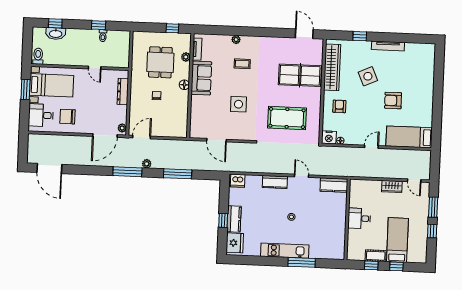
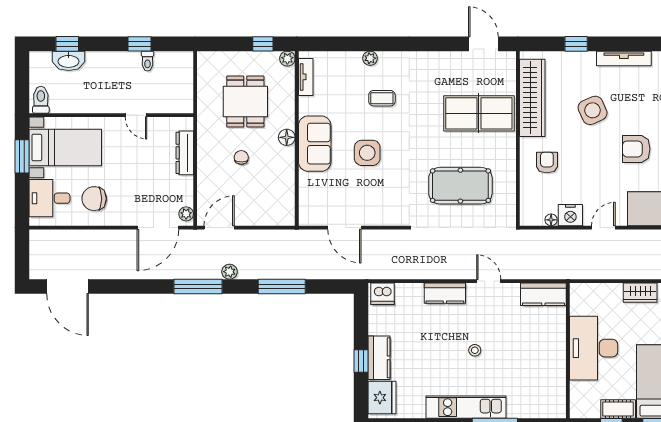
plant: (186, 57) -> (287, 59), moved
sofa: (201, 78) -> (315, 144), moved
side table: (238, 104) -> (367, 153), moved
nightstand: (329, 137) -> (570, 215), moved
desk: (359, 218) -> (594, 348), width x1.87, depth x1.30

